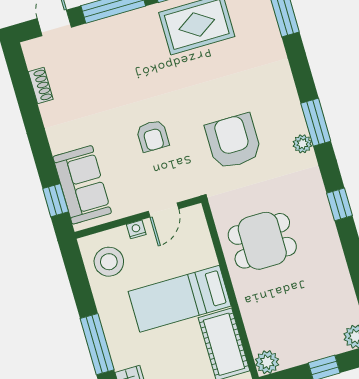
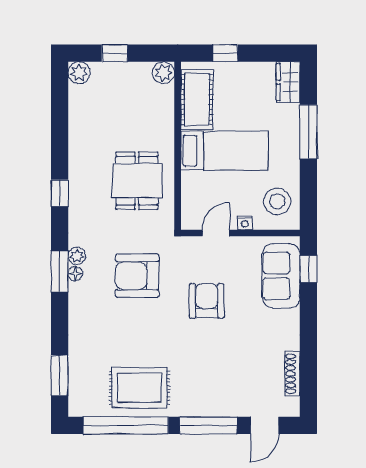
shoe rack: (41, 86) -> (292, 374), width x1.43
floor lamp: (299, 125) -> (75, 274), added
armchair: (153, 136) -> (207, 301), width x1.38, depth x1.38
armchair: (233, 141) -> (137, 276), turned 90
dining table: (262, 241) -> (137, 181), turned 90

